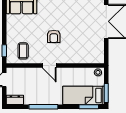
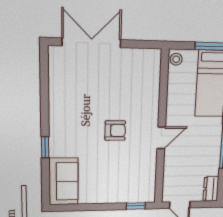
coffee table: (23, 51) -> (137, 178), removed

